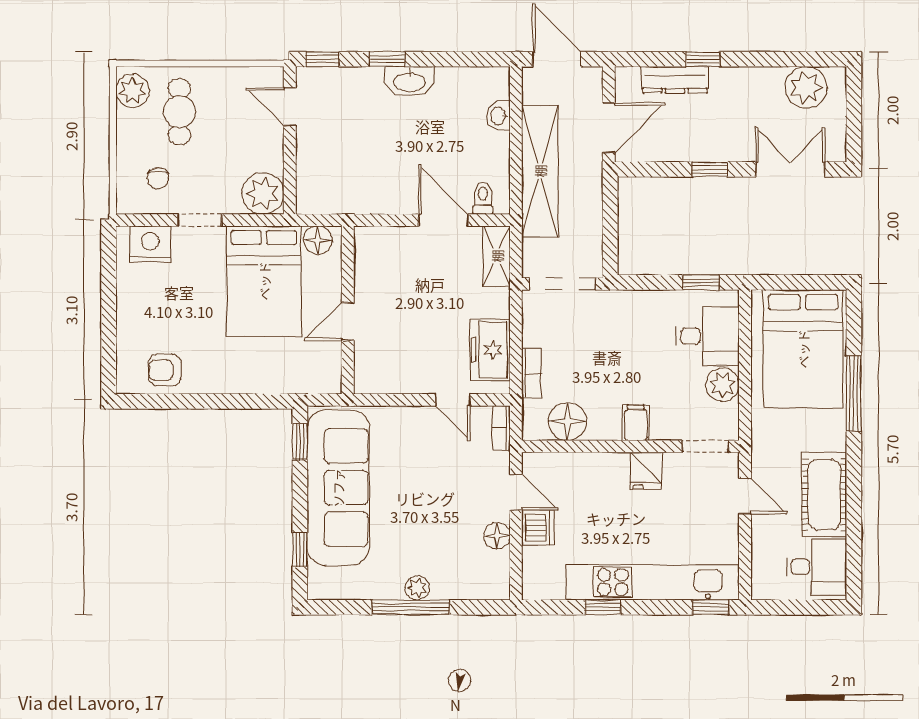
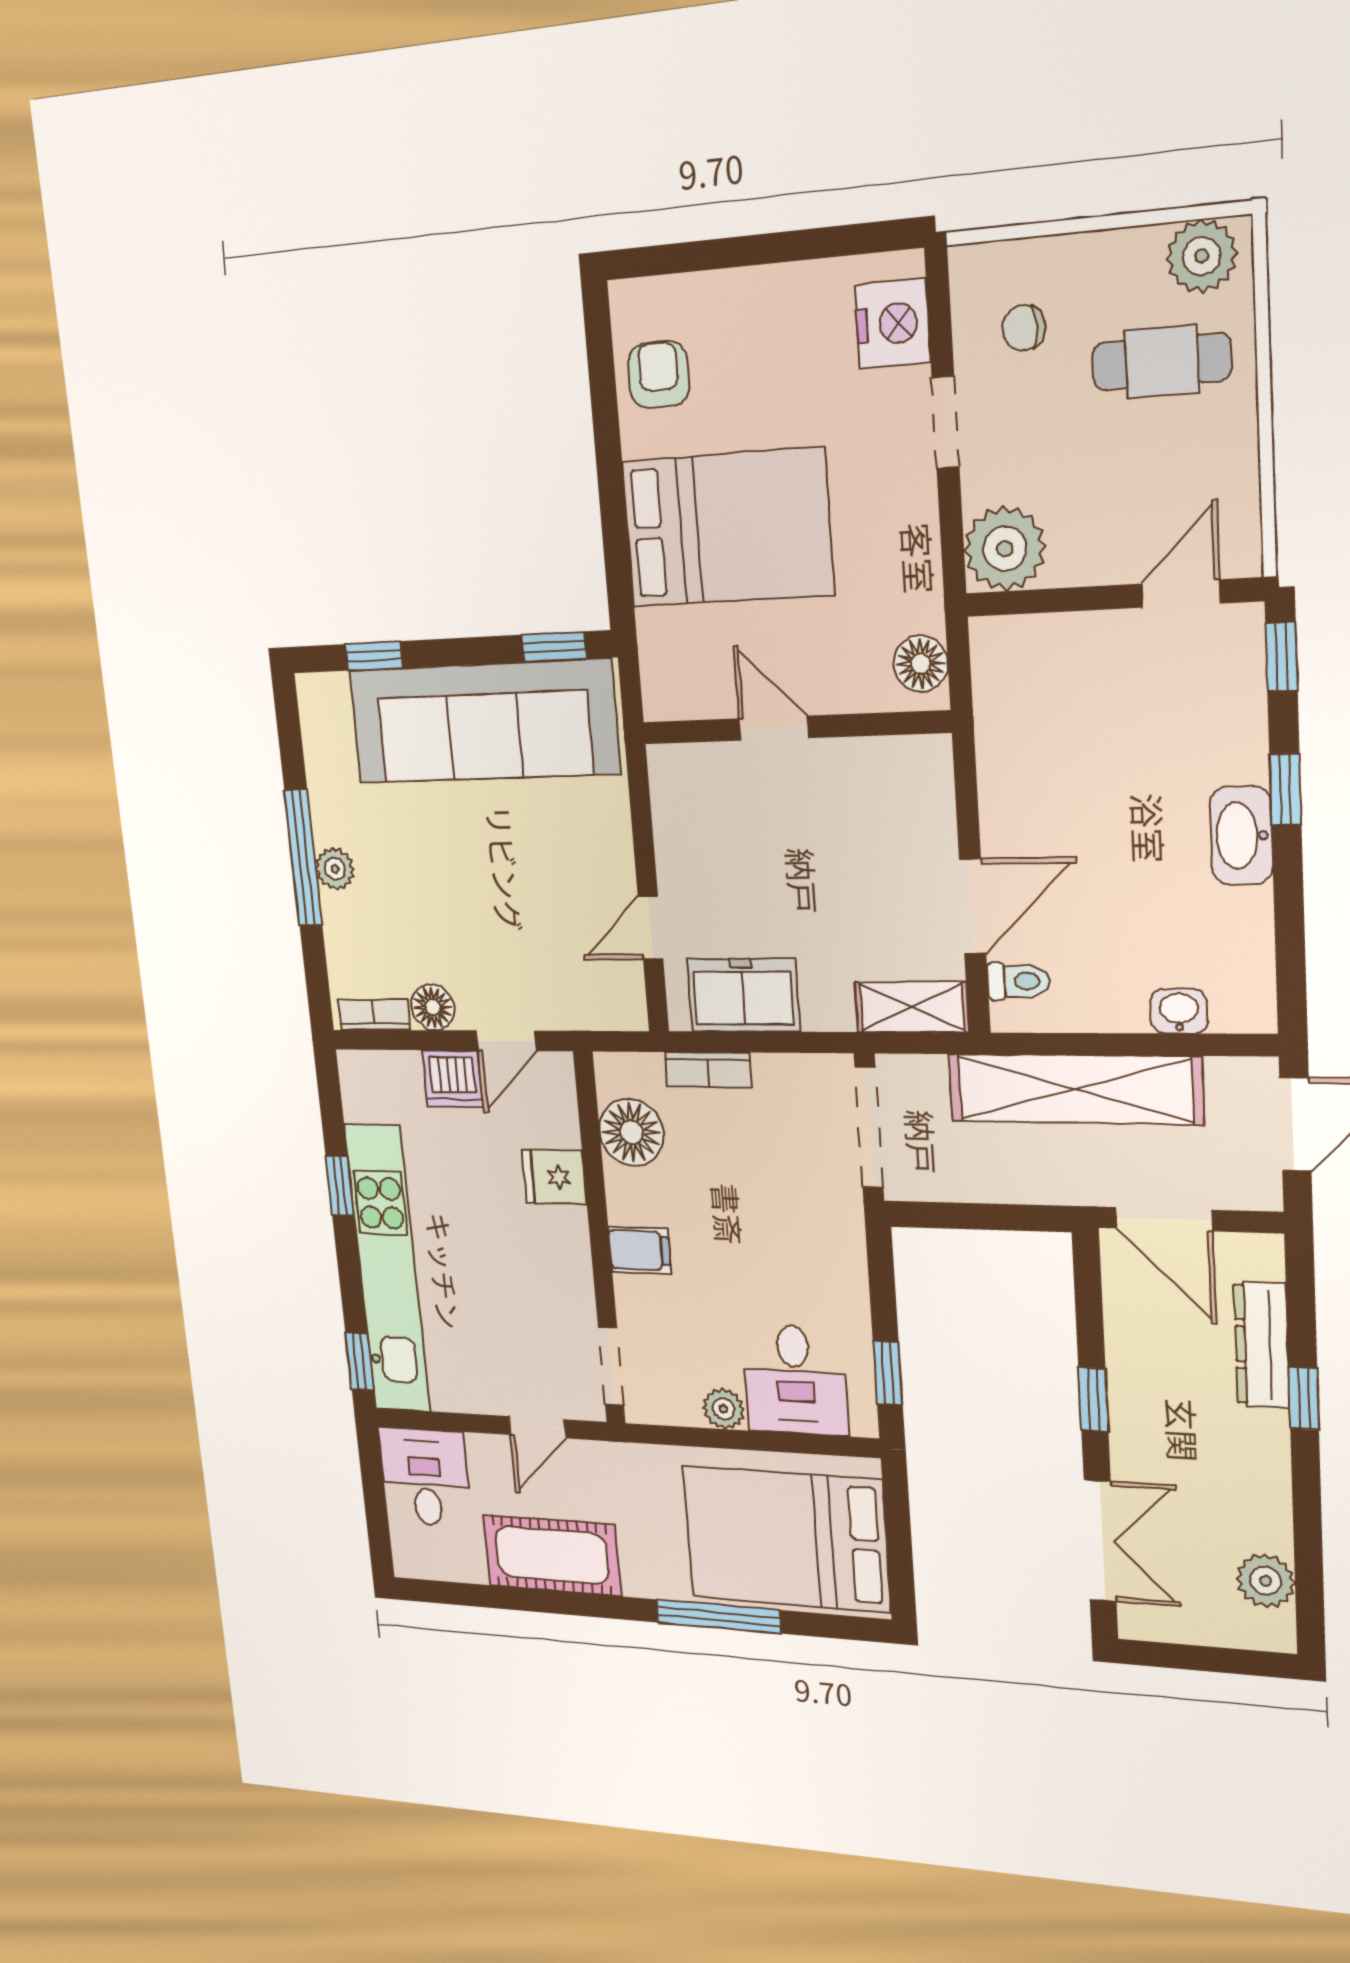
plant: (806, 87) -> (1266, 1581), width x0.73, depth x0.73
bed: (264, 281) -> (727, 528), moved, turned 180
plant: (723, 385) -> (724, 1409), width x0.73, depth x0.73
bookcase: (501, 428) -> (374, 1015), moved
fridge: (646, 471) -> (554, 1177), moved
desk: (816, 567) -> (425, 1477), moved, turned 180

